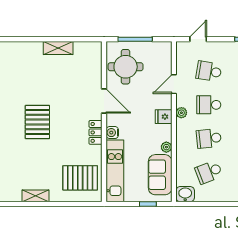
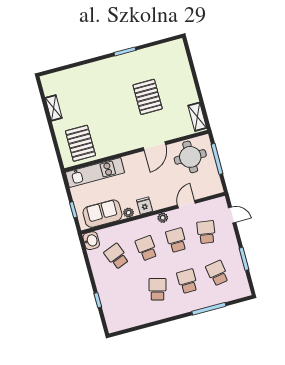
shelving: (58, 48) -> (197, 117), moved
door: (174, 84) -> (186, 204), hinge flipped
fridge: (164, 117) -> (144, 206), moved
pallet: (37, 122) -> (148, 97), moved, turned 90
locker: (96, 132) -> (125, 146), removed
water cooler: (112, 133) -> (128, 161), removed

